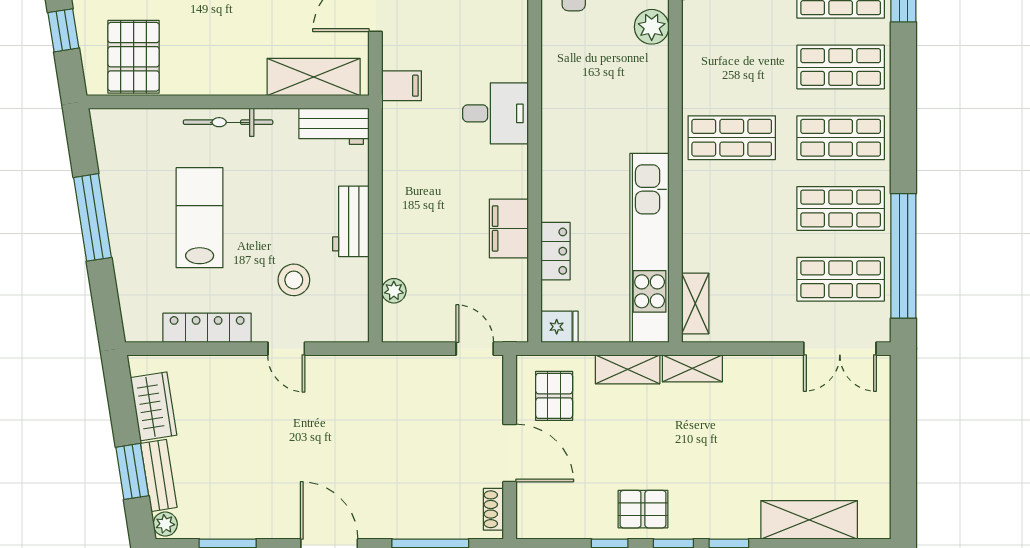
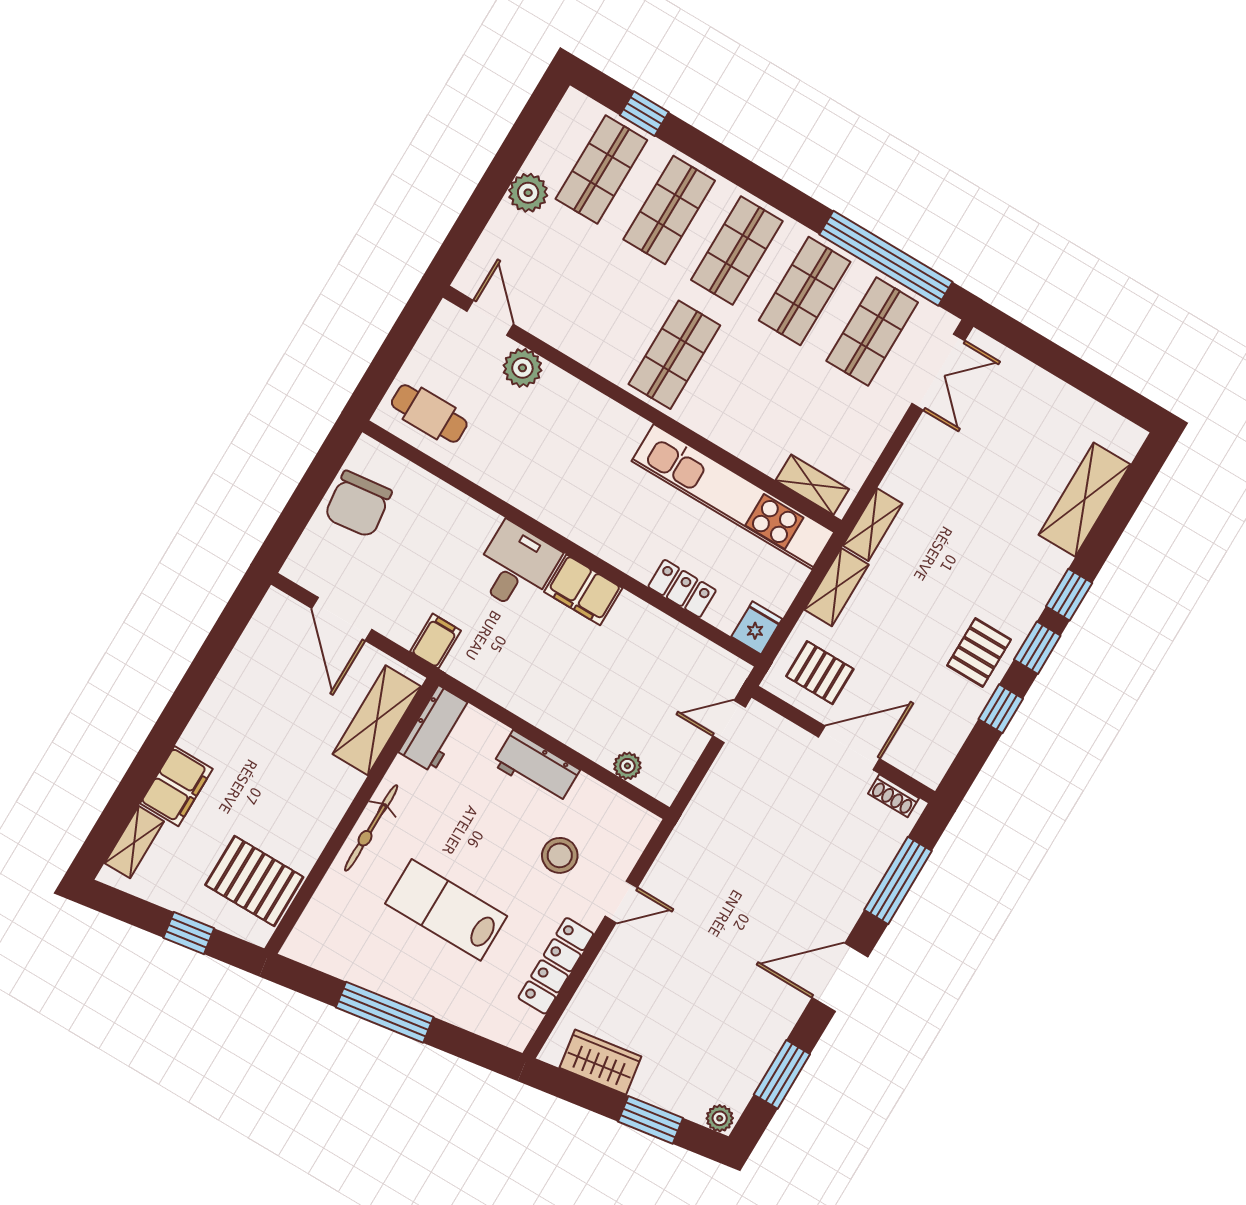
filing cabinet: (509, 228) -> (583, 590), moved
bench: (159, 475) -> (669, 1097), removed

